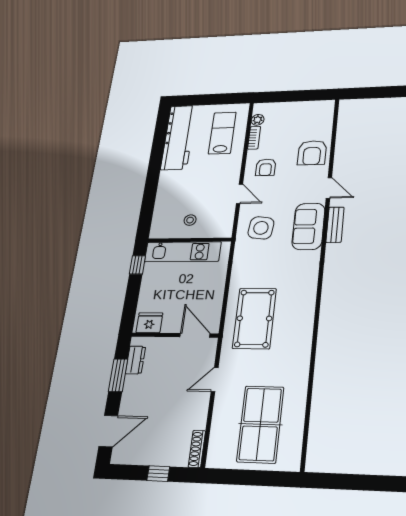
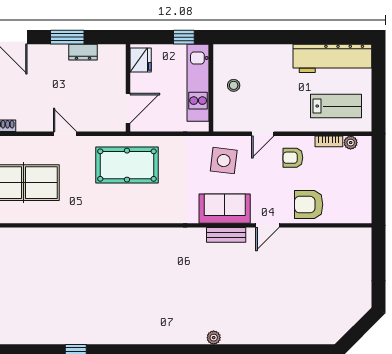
fridge: (149, 323) -> (141, 60), moved
wall: (175, 335) -> (128, 88), moved
door: (195, 335) -> (128, 108), moved

